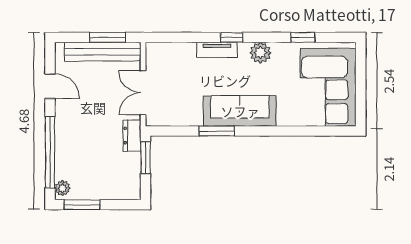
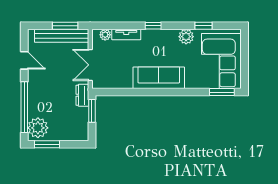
plant: (164, 50) -> (105, 35), added
tv unit: (217, 50) -> (126, 35), moved
plant: (260, 53) -> (186, 37), moved
window: (217, 131) -> (222, 92), moved
plant: (62, 188) -> (38, 128), width x1.87, depth x1.87

